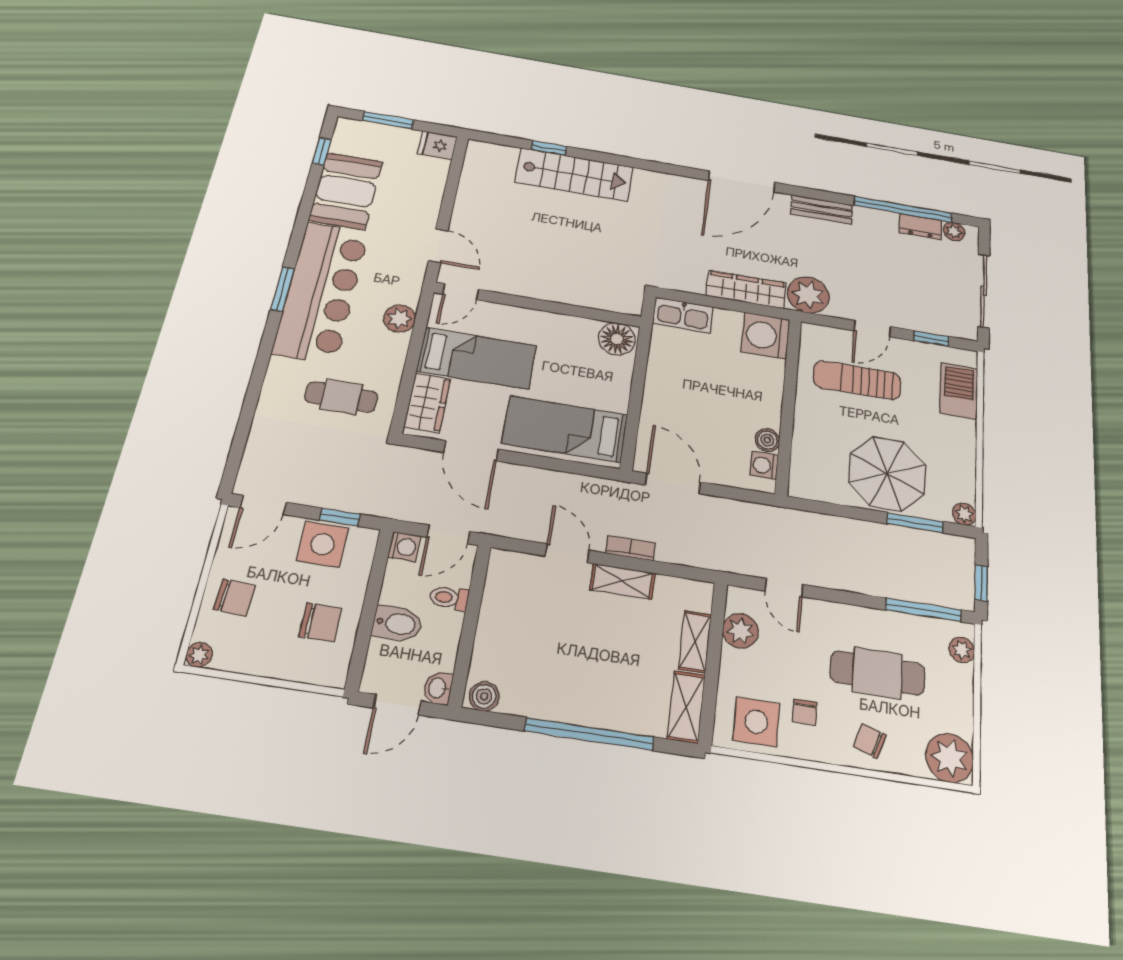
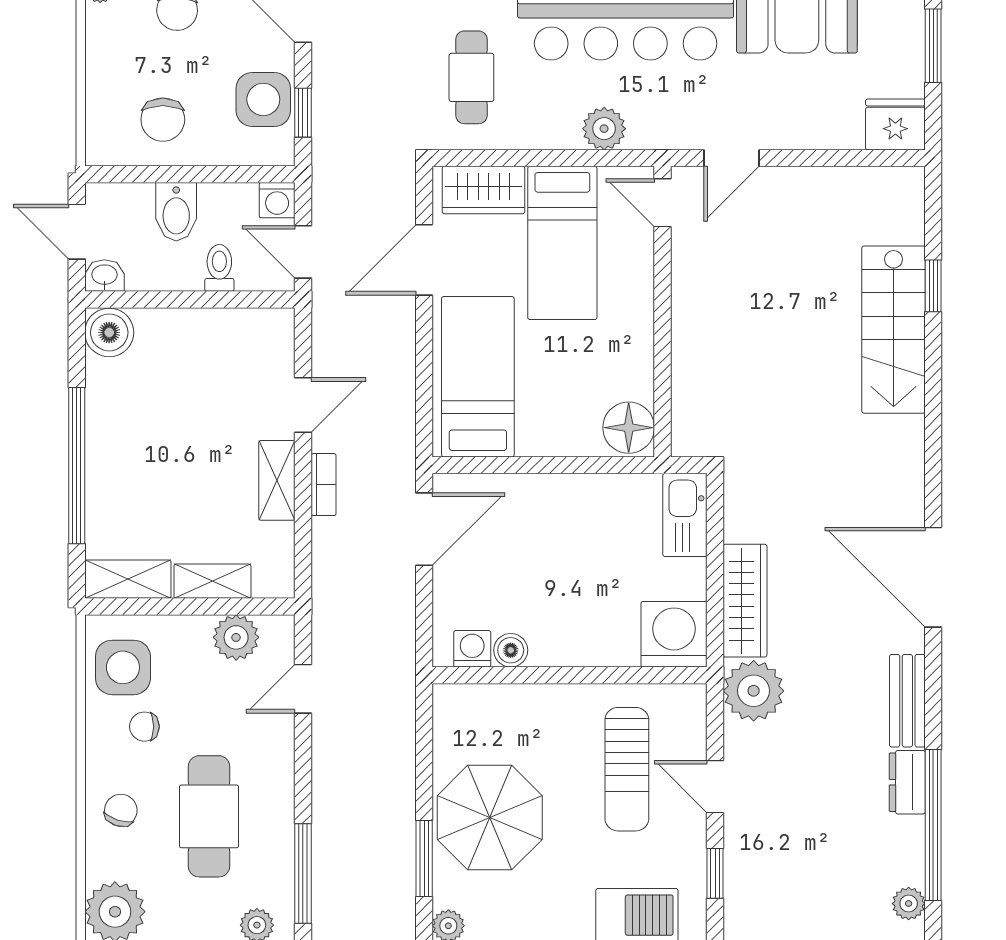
fridge: (437, 145) -> (895, 124), width x1.38
dresser: (920, 227) -> (907, 782), moved
sun lounger: (857, 380) -> (627, 769), turned 180
boiler: (484, 696) -> (109, 332), width x1.36, depth x1.36

